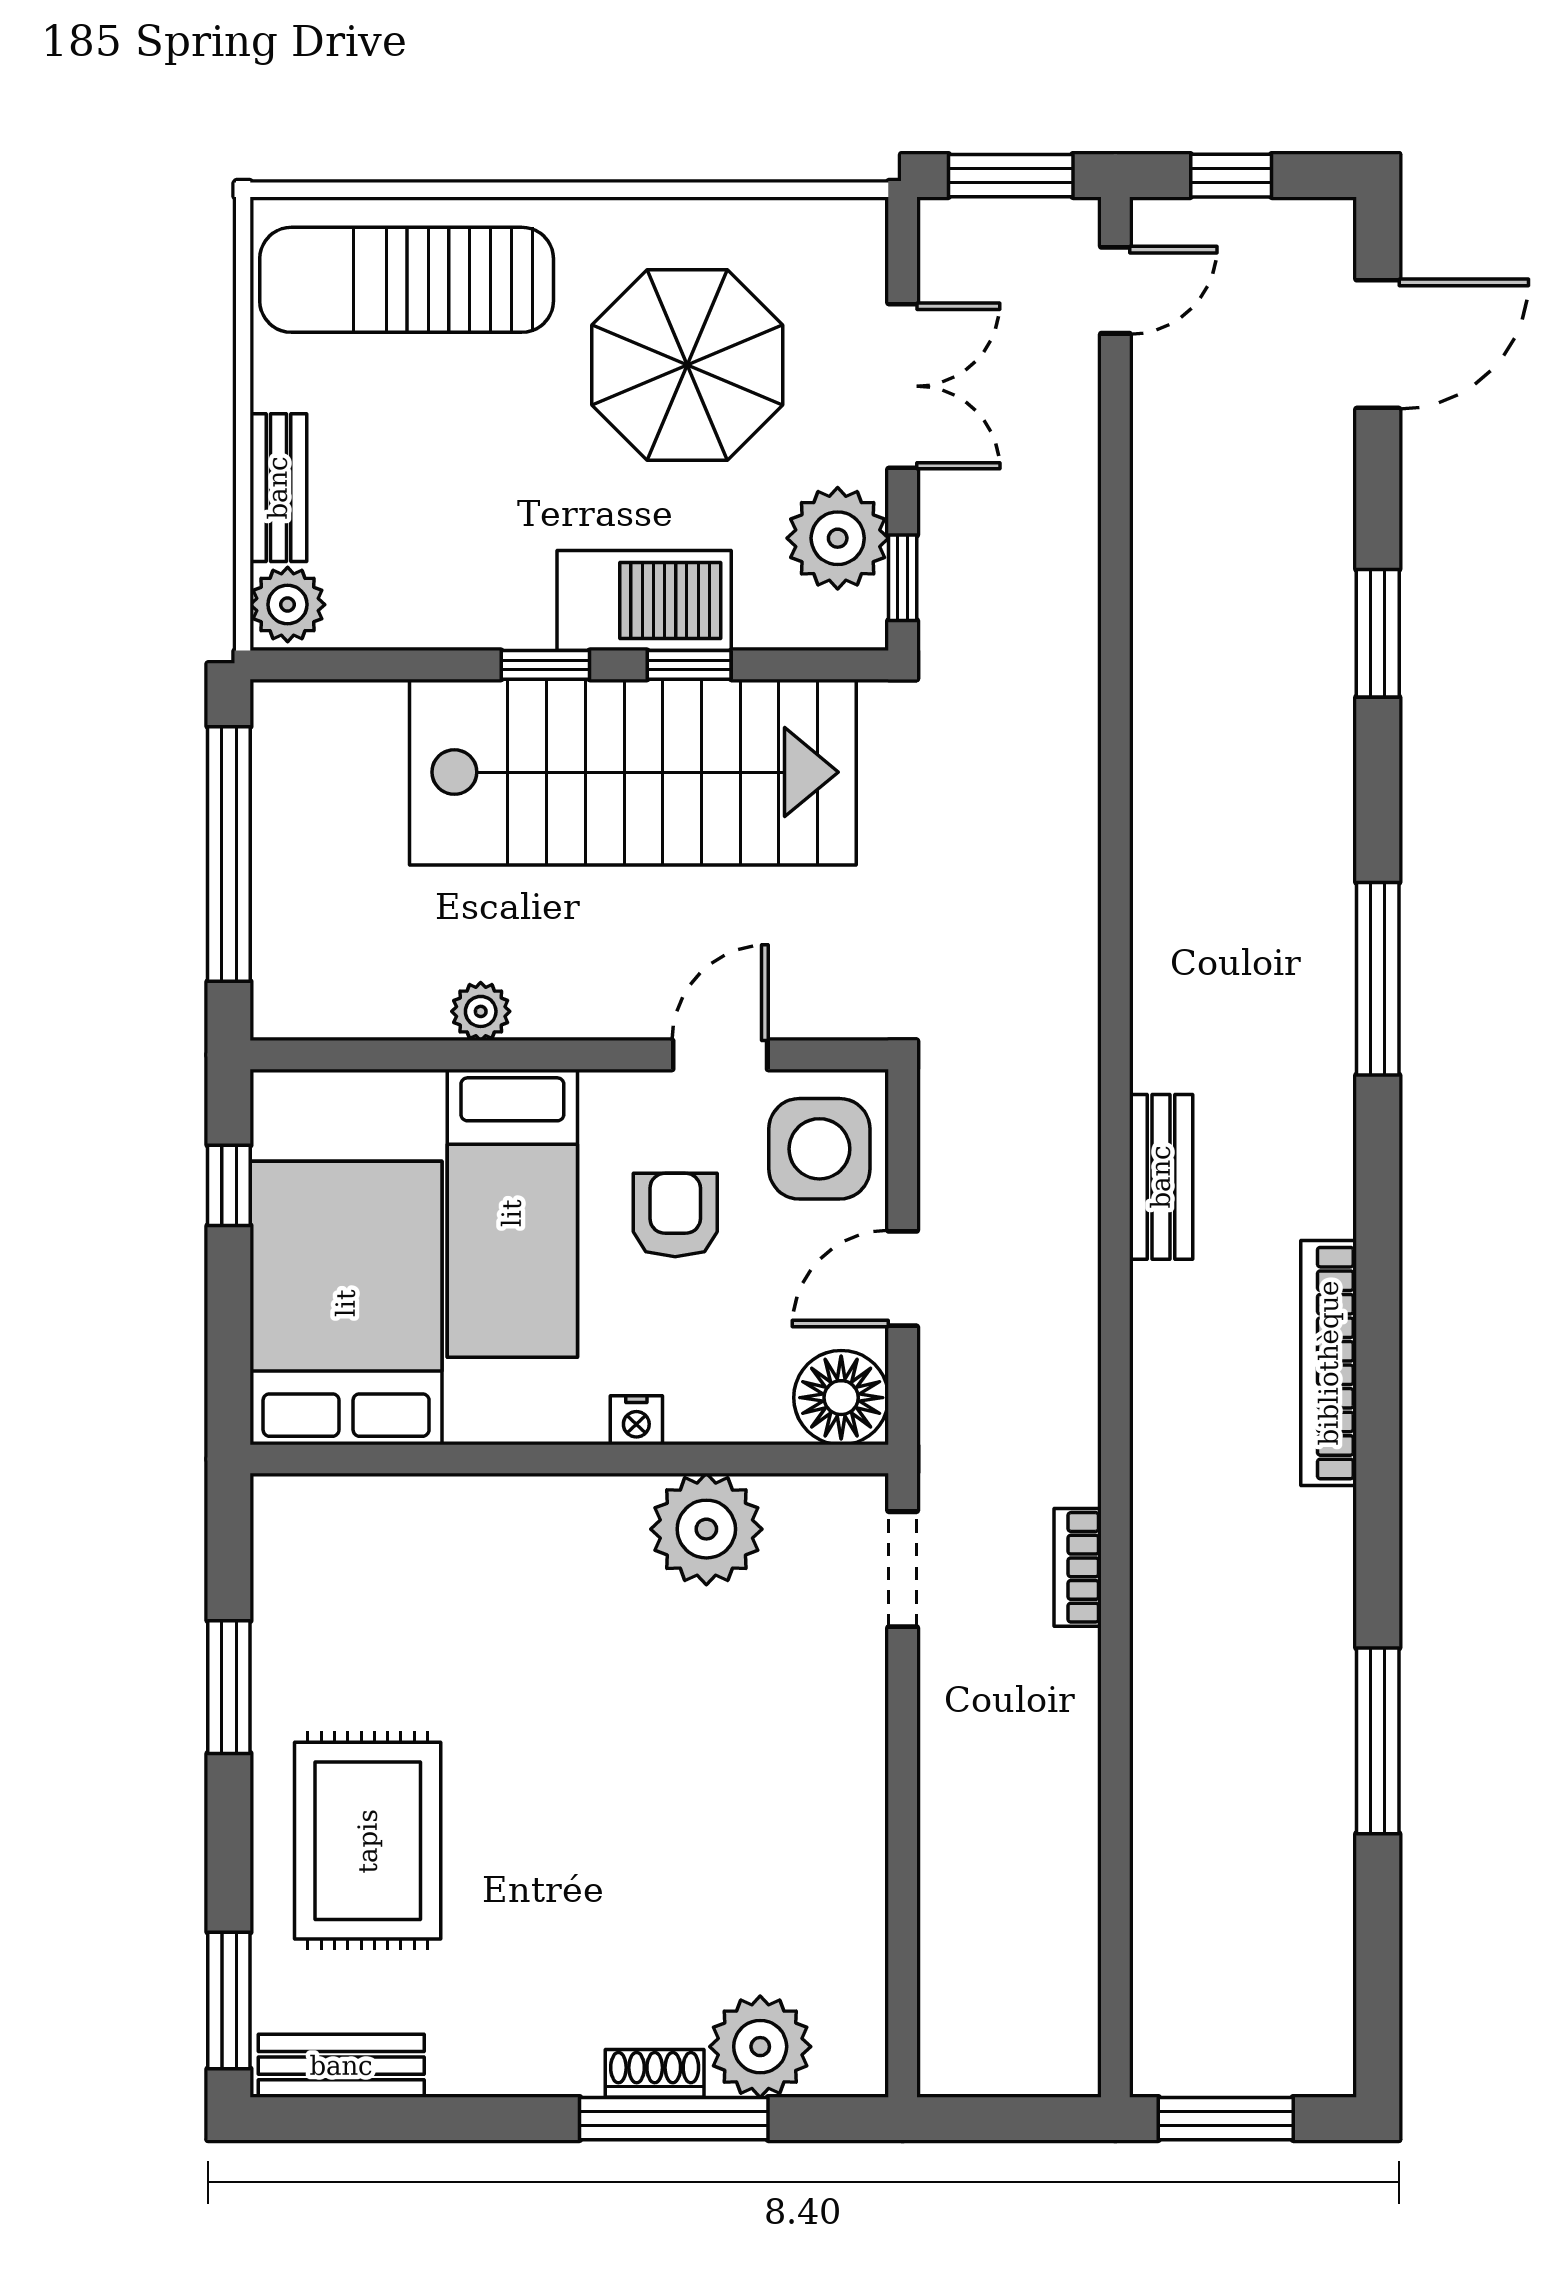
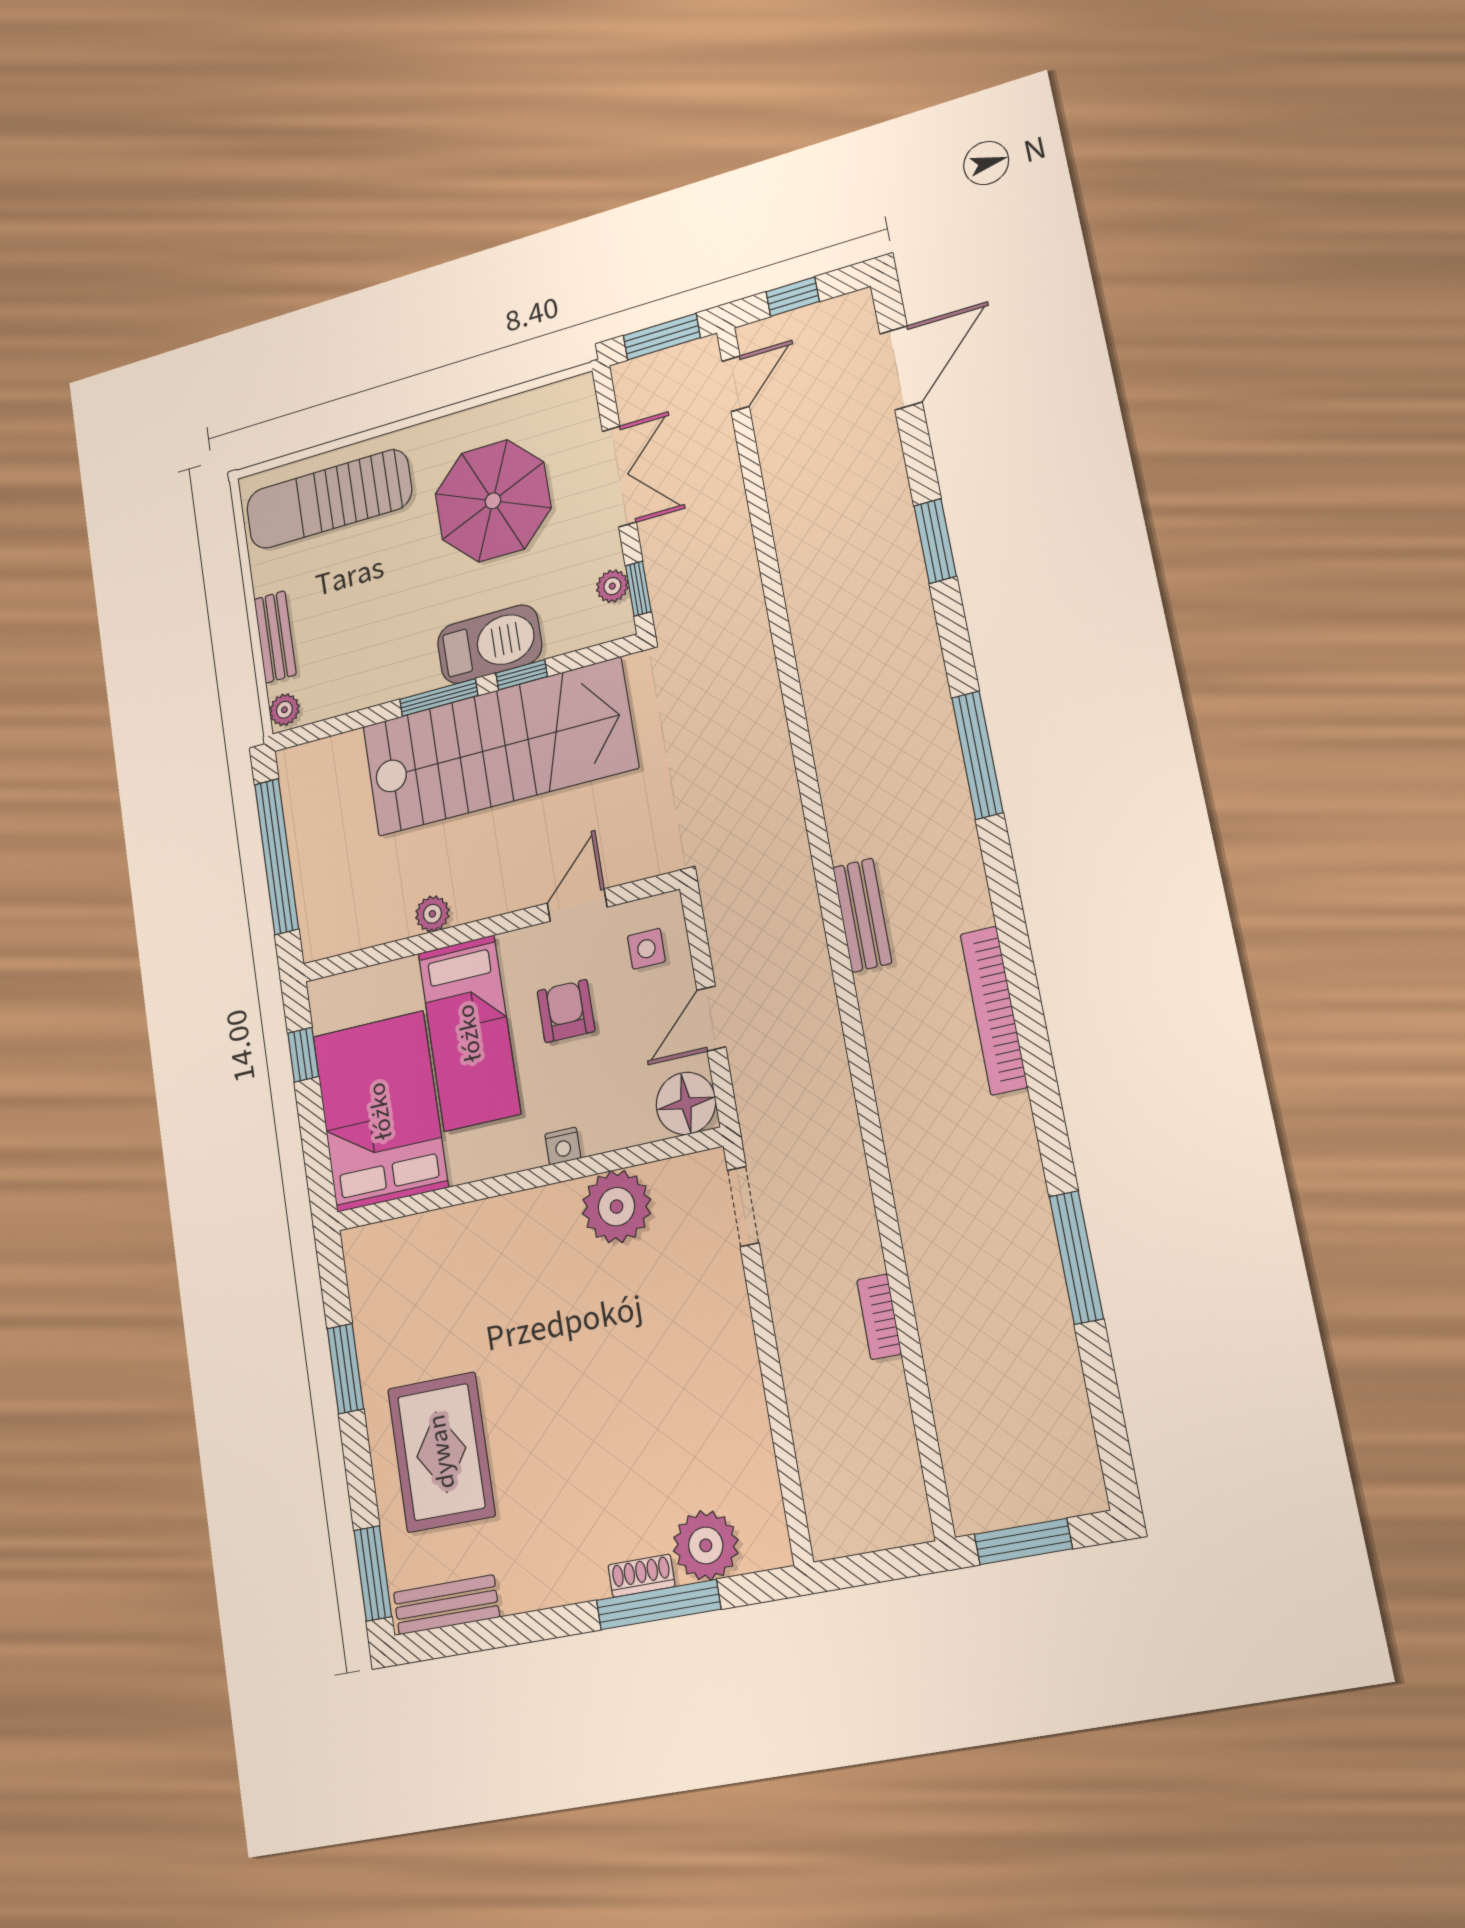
plant: (838, 538) -> (612, 586), width x0.53, depth x0.53
plant: (288, 605) -> (284, 710), width x0.73, depth x0.73
window: (545, 665) -> (439, 697), width x1.50
side table: (819, 1149) -> (646, 949), width x0.54, depth x0.54
bookcase: (1078, 1567) -> (879, 1317), moved

